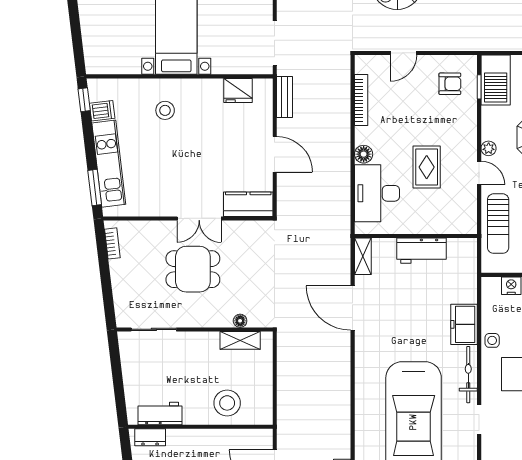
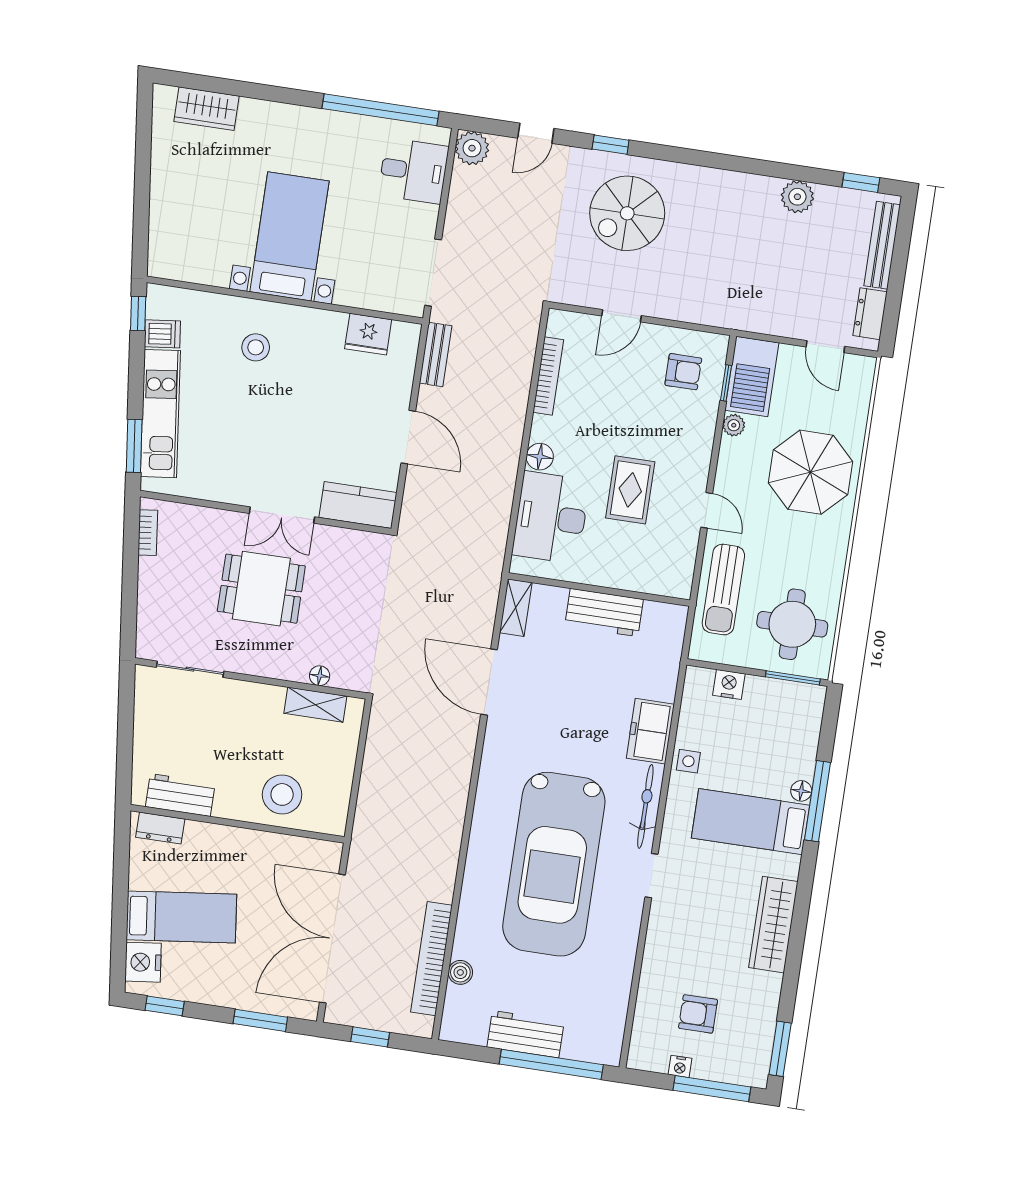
plant: (489, 148) -> (734, 425), moved

